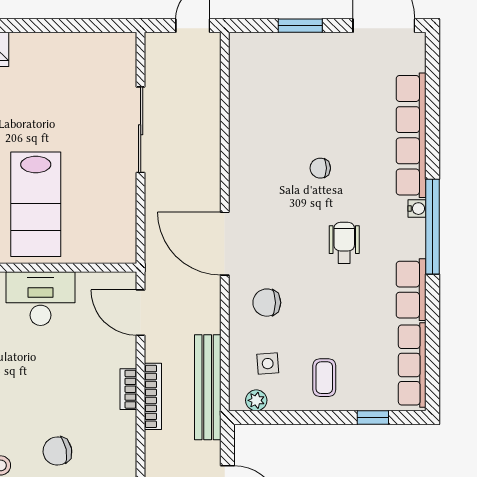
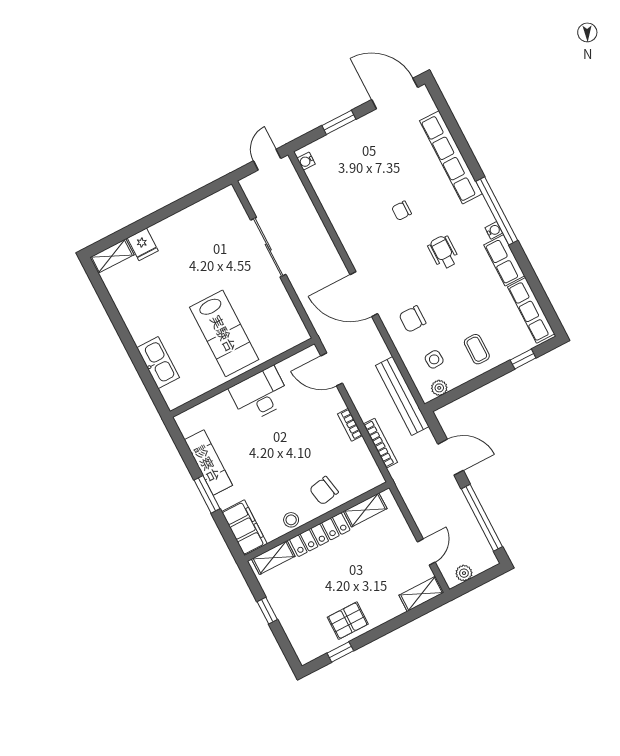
water cooler: (238, 51) -> (306, 161), added
water cooler: (417, 209) -> (494, 230), moved
bookcase: (153, 396) -> (380, 443), moved

